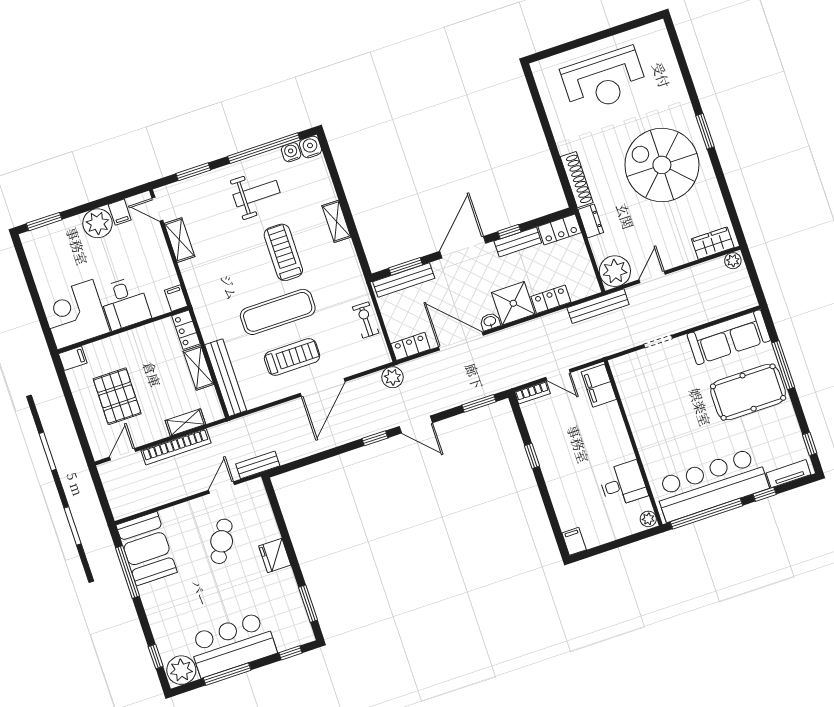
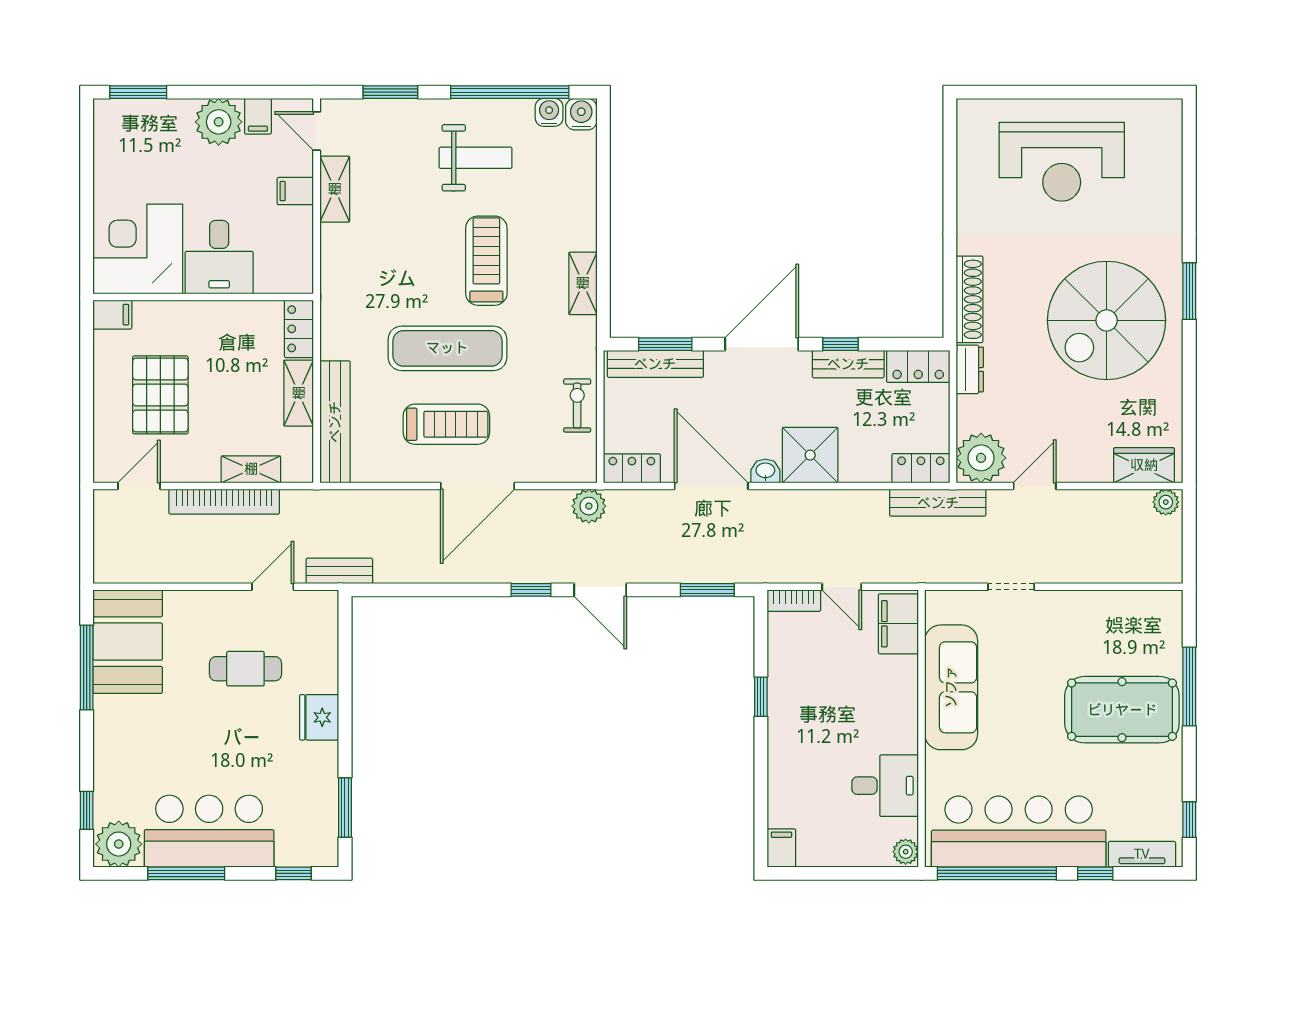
spiral stairs: (662, 165) -> (1107, 320), turned -90
shelving: (336, 221) -> (583, 283), moved
filing cabinet: (176, 298) -> (295, 191), moved, turned -90
locker: (551, 299) -> (921, 468), moved
sofa: (729, 337) -> (951, 687), moved, turned -90
cafe table: (222, 541) -> (245, 669), turned 61

